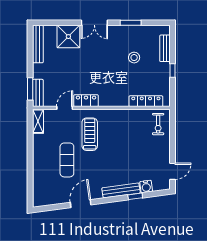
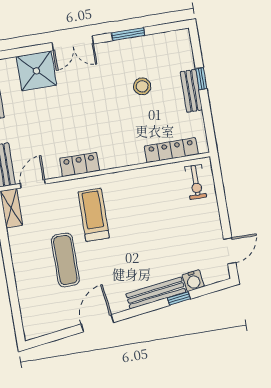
bench: (165, 48) -> (191, 91), moved
window: (172, 71) -> (201, 79), moved
door: (65, 108) -> (33, 184), moved

